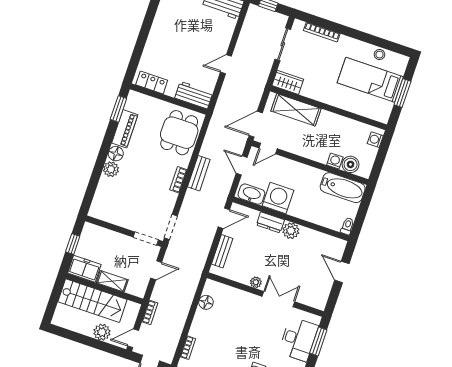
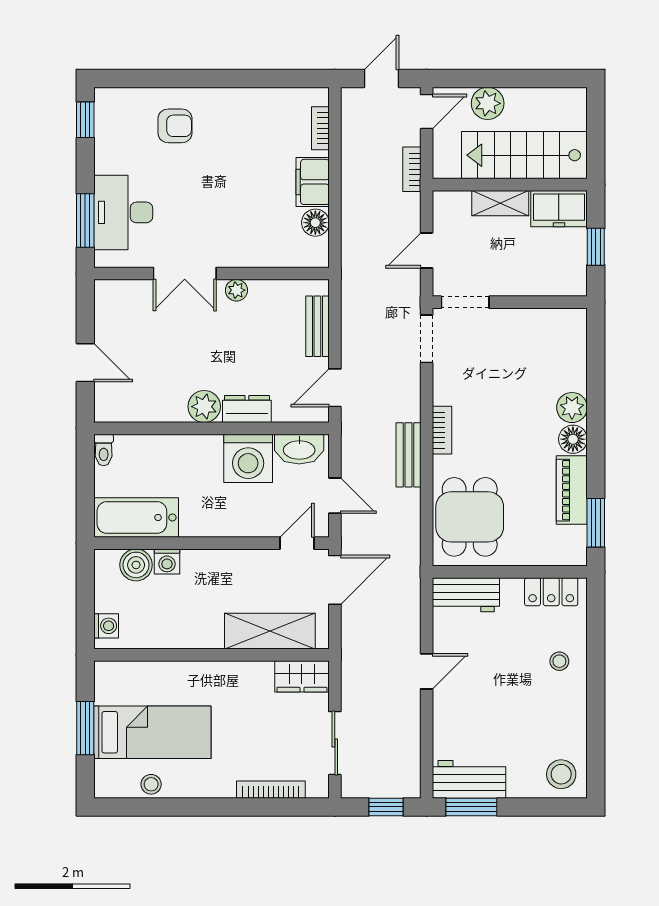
stool: (159, 47) -> (559, 661), added
filing cabinet: (201, 323) -> (313, 182), added

